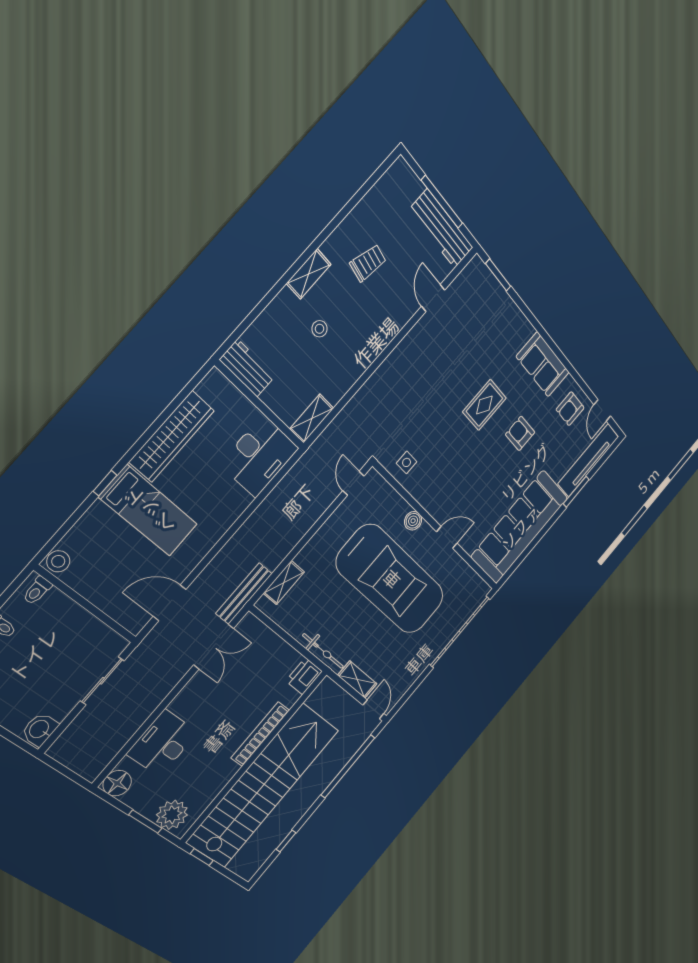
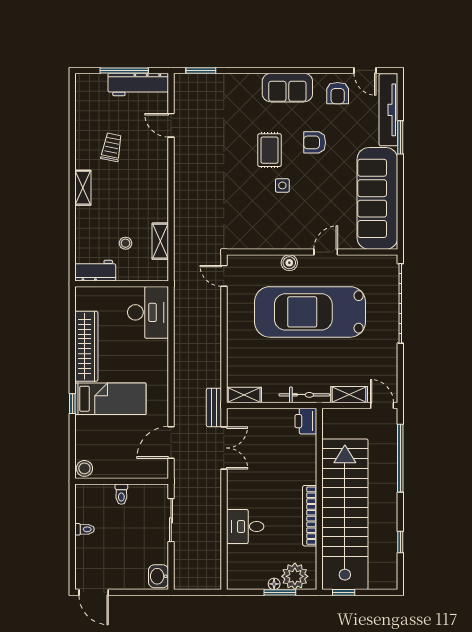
stool: (319, 329) -> (125, 243), moved
shelving: (312, 419) -> (160, 241), moved
side table: (407, 462) -> (282, 185), moved
car: (391, 580) -> (310, 312), turned 180
shelving: (284, 583) -> (244, 395), moved, turned 90
toilet: (37, 590) -> (121, 494), moved
bench: (244, 594) -> (214, 407), width x0.73
bookcase: (260, 734) -> (310, 516), moved
desk: (162, 743) -> (245, 526), width x0.73
floor lamp: (117, 783) -> (274, 584), moved, width x0.53, depth x0.53

